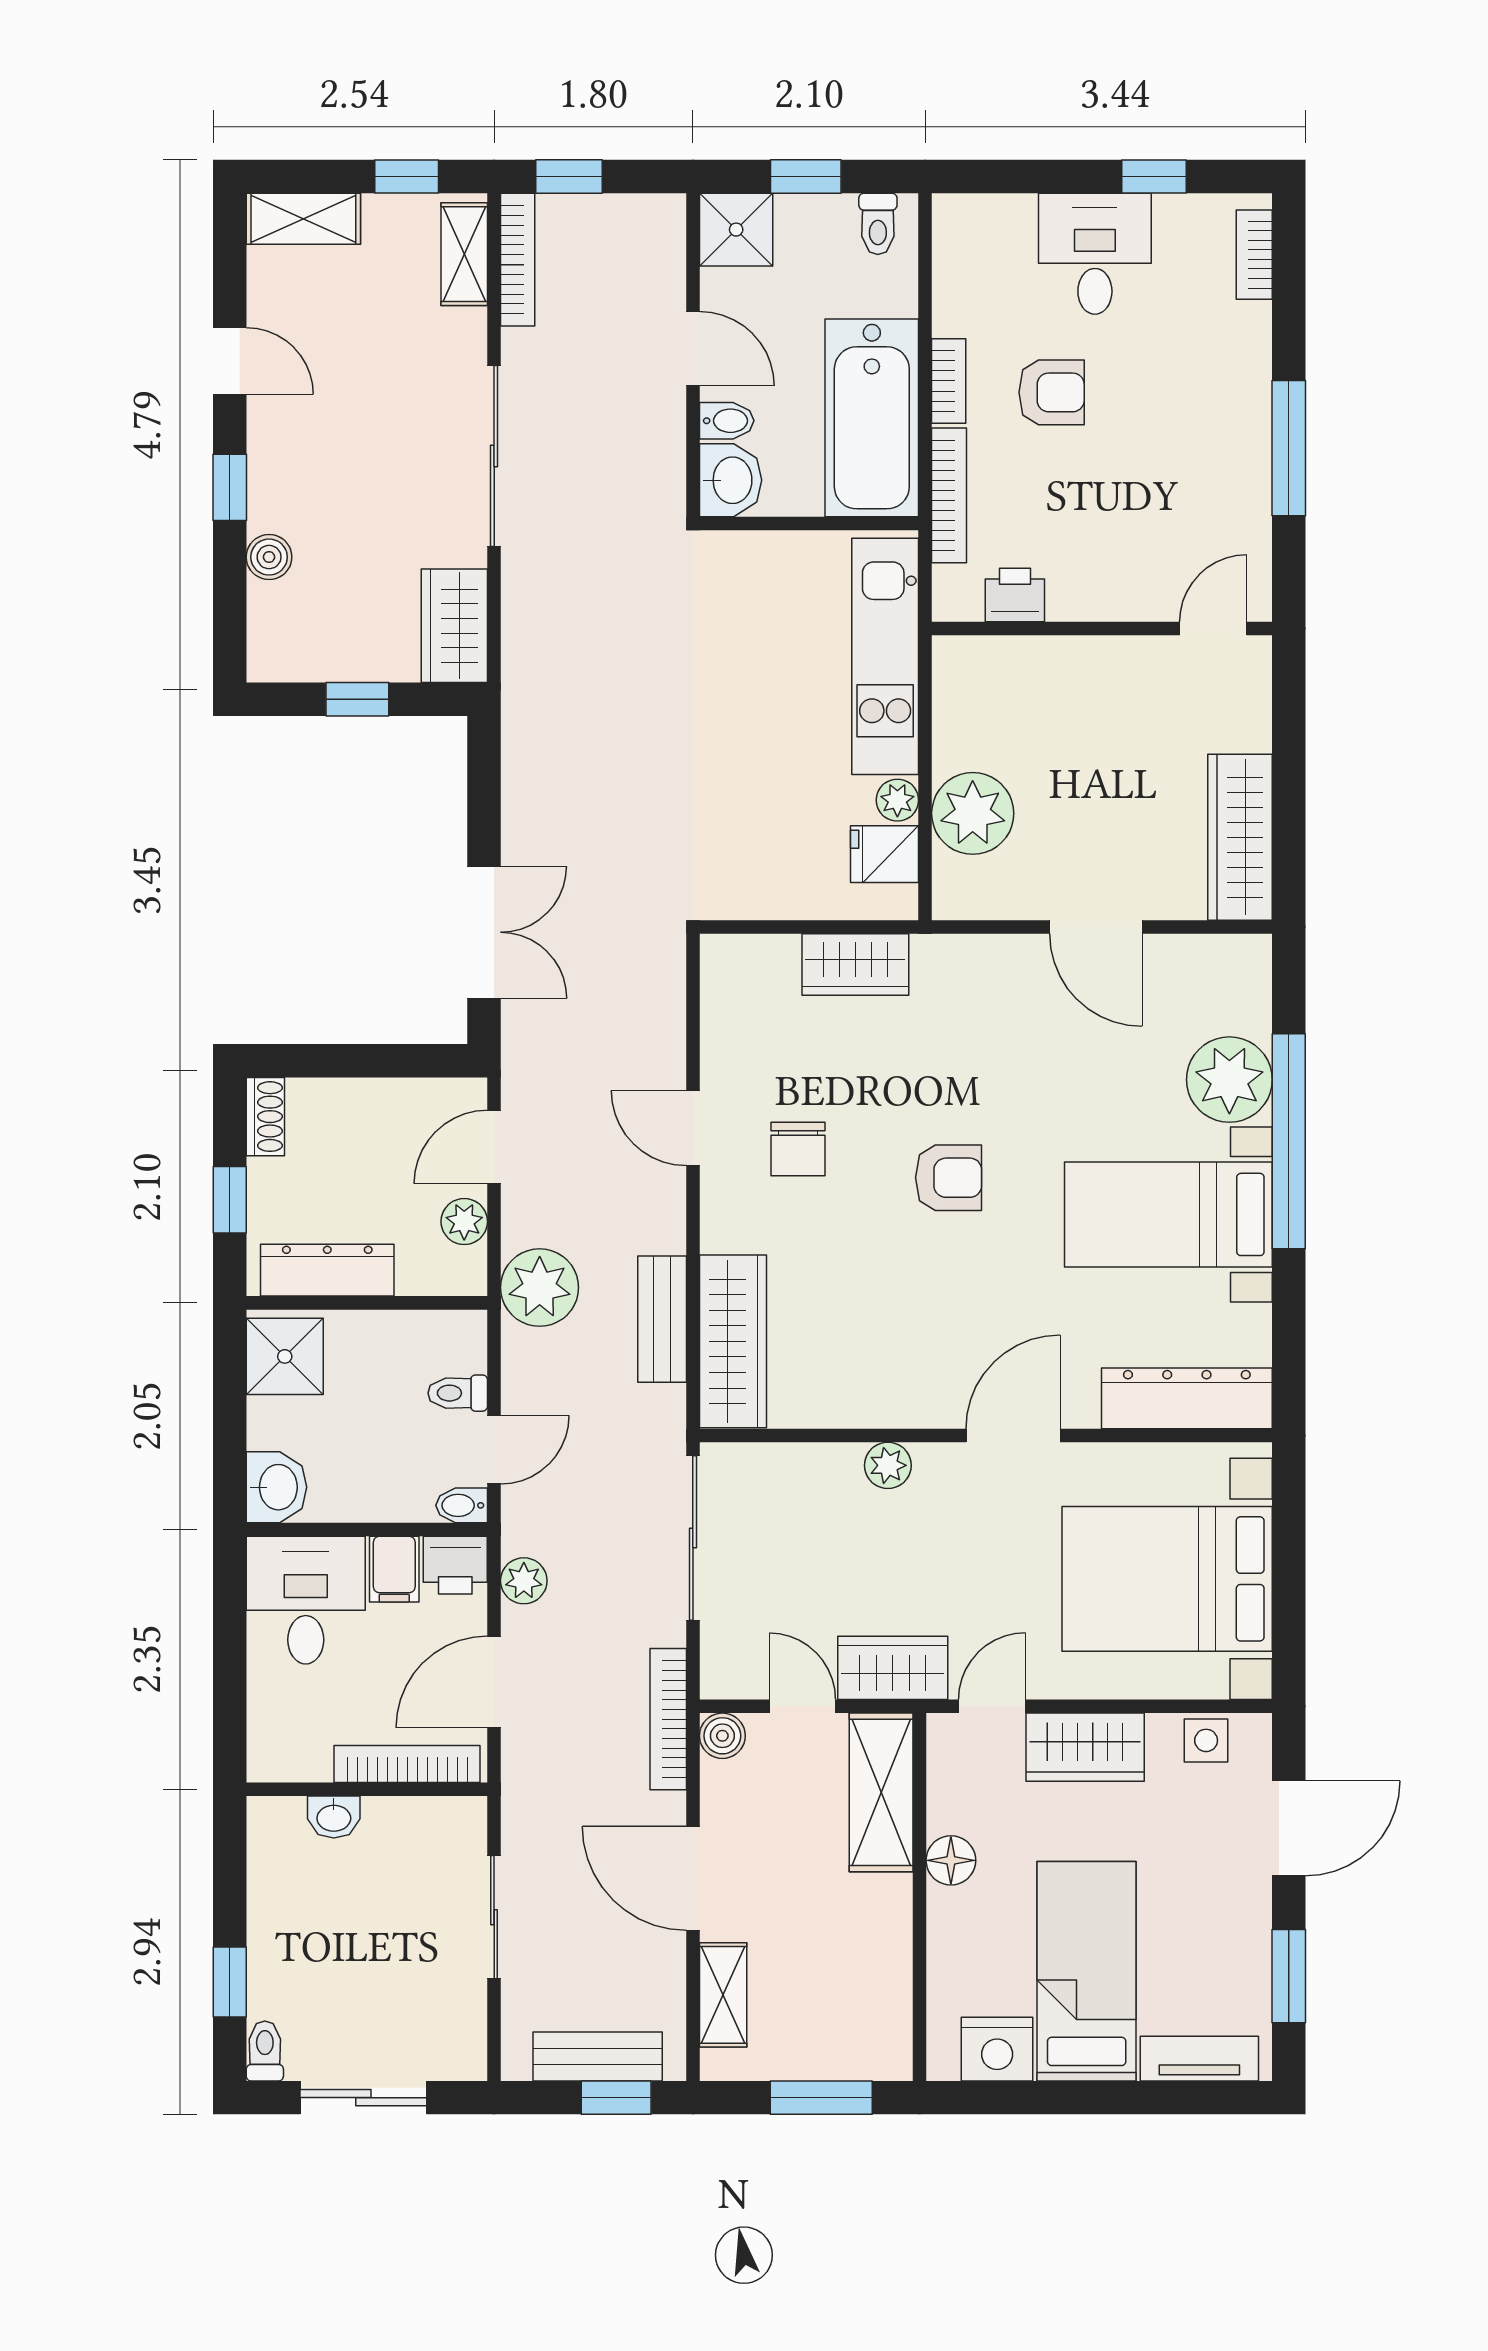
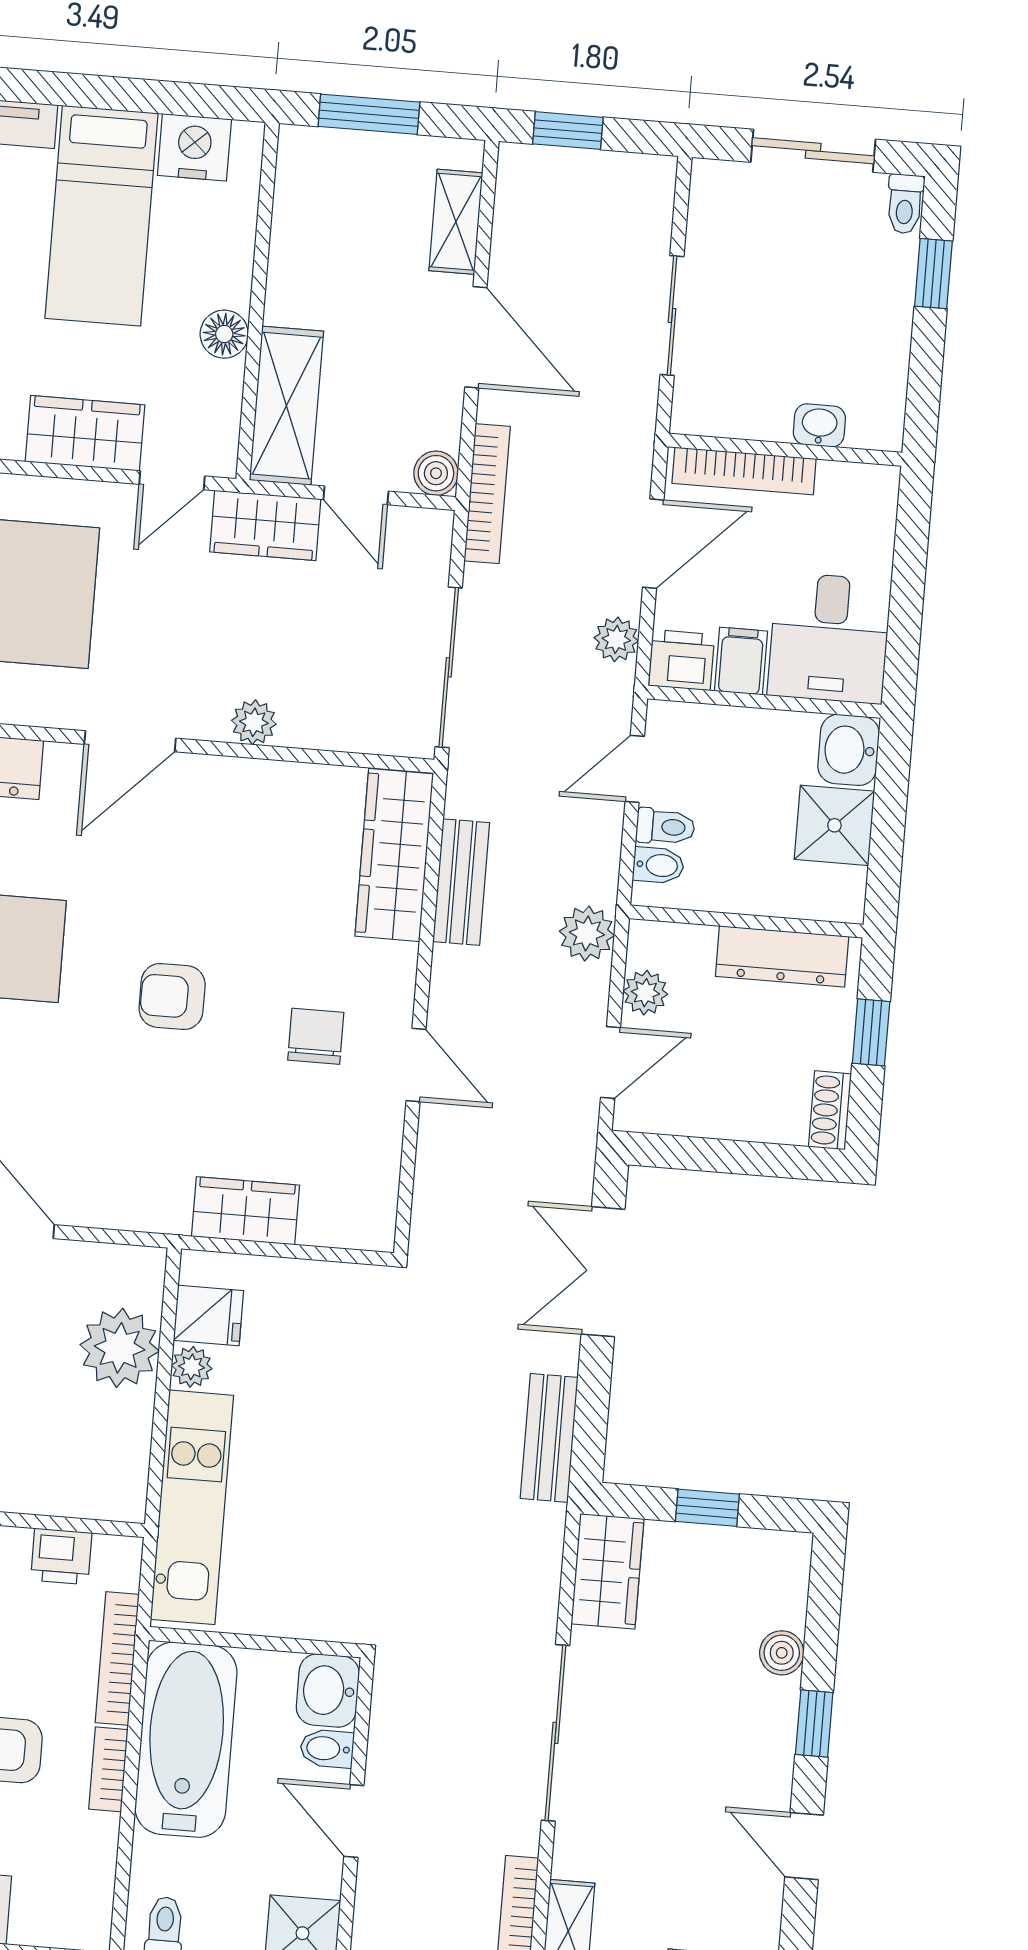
plant: (540, 1288) -> (587, 933), width x0.73, depth x0.73
shower: (285, 1356) -> (834, 825), moved
bidet: (462, 1505) -> (658, 865), moved
bench: (598, 2056) -> (549, 1438), moved, turned 90

